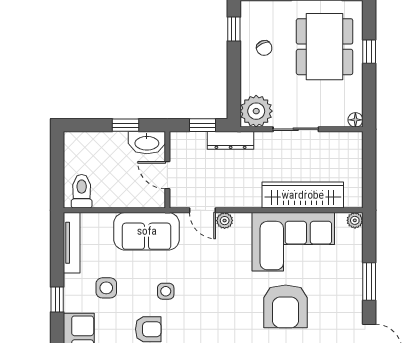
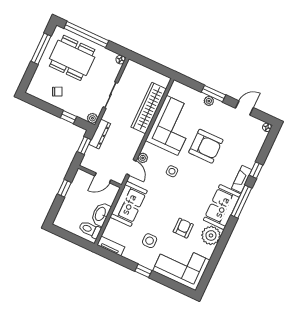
window: (234, 29) -> (68, 117), moved
window: (369, 52) -> (86, 35), width x3.17
plant: (256, 111) -> (92, 118), width x0.53, depth x0.53
washbasin: (147, 143) -> (101, 214), moved, turned 180
door: (202, 210) -> (131, 167), hinge flipped
plant: (355, 220) -> (209, 101), moved
tv unit: (72, 243) -> (111, 246), width x0.71
side table: (166, 291) -> (172, 171), moved

